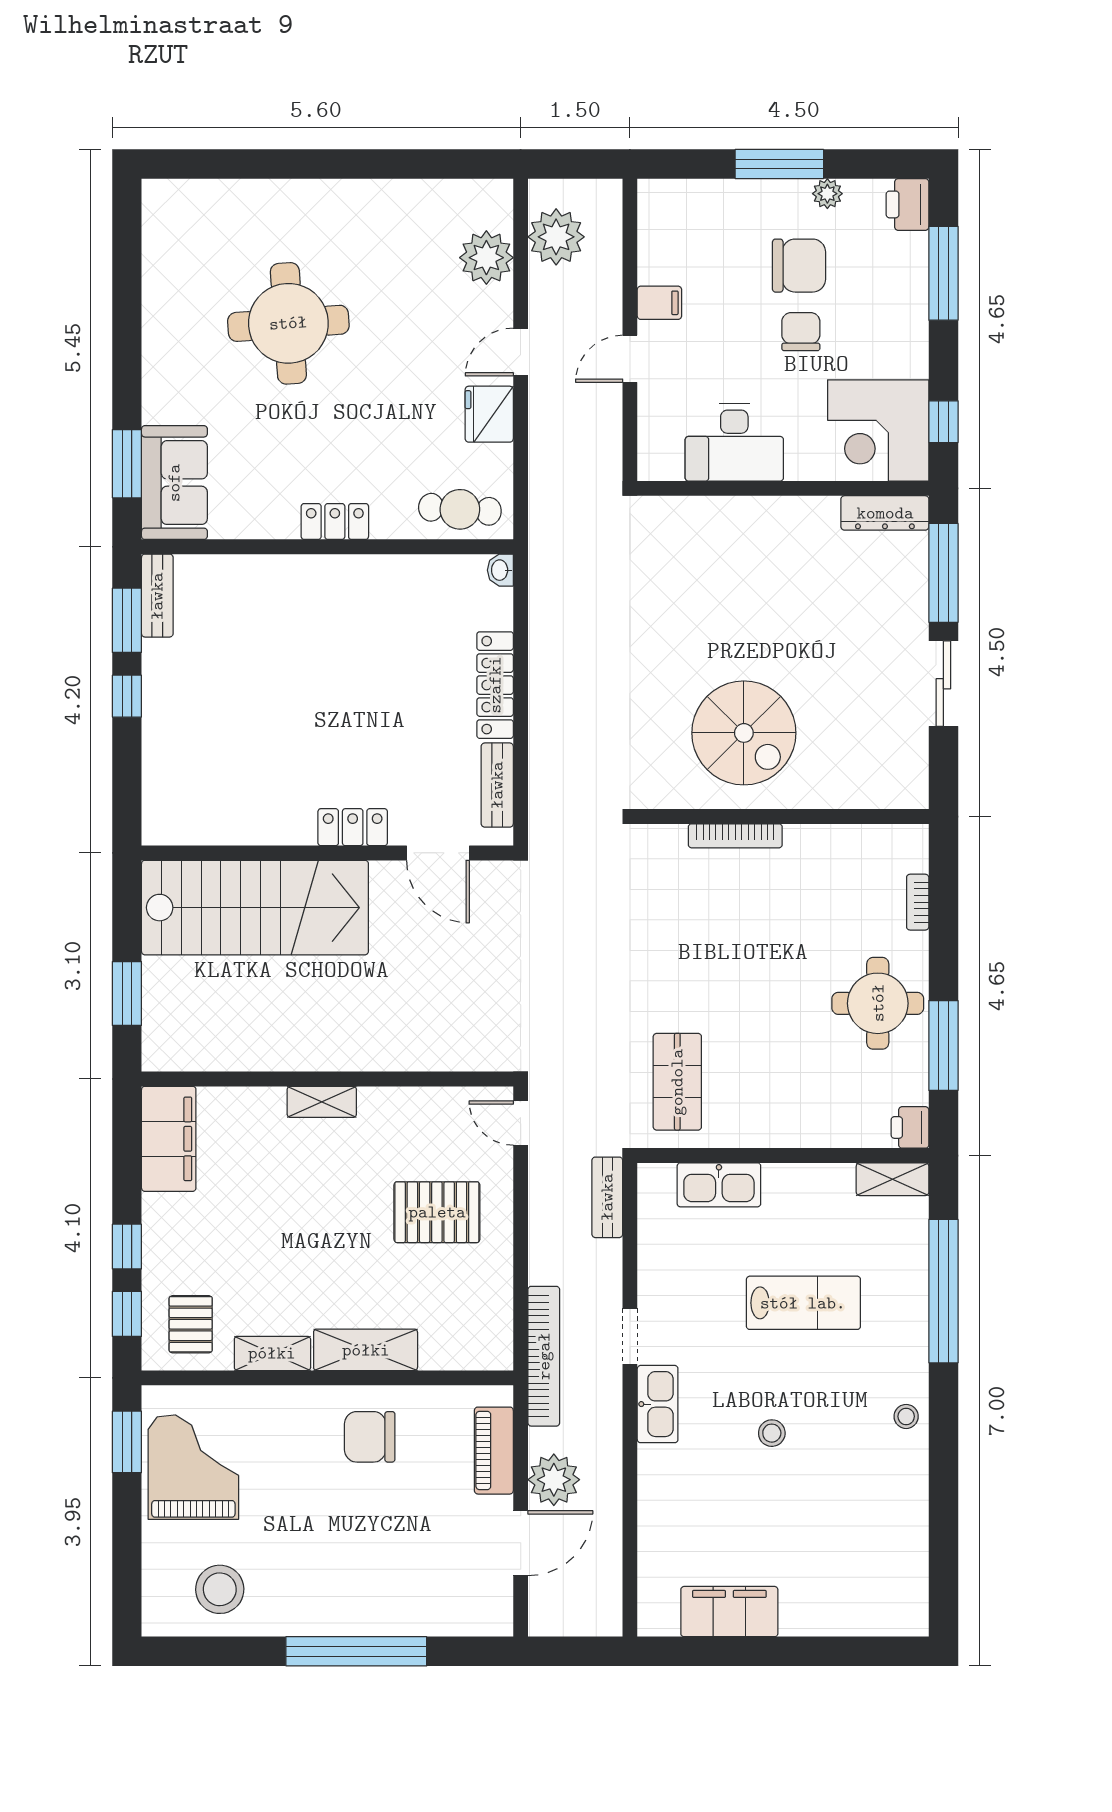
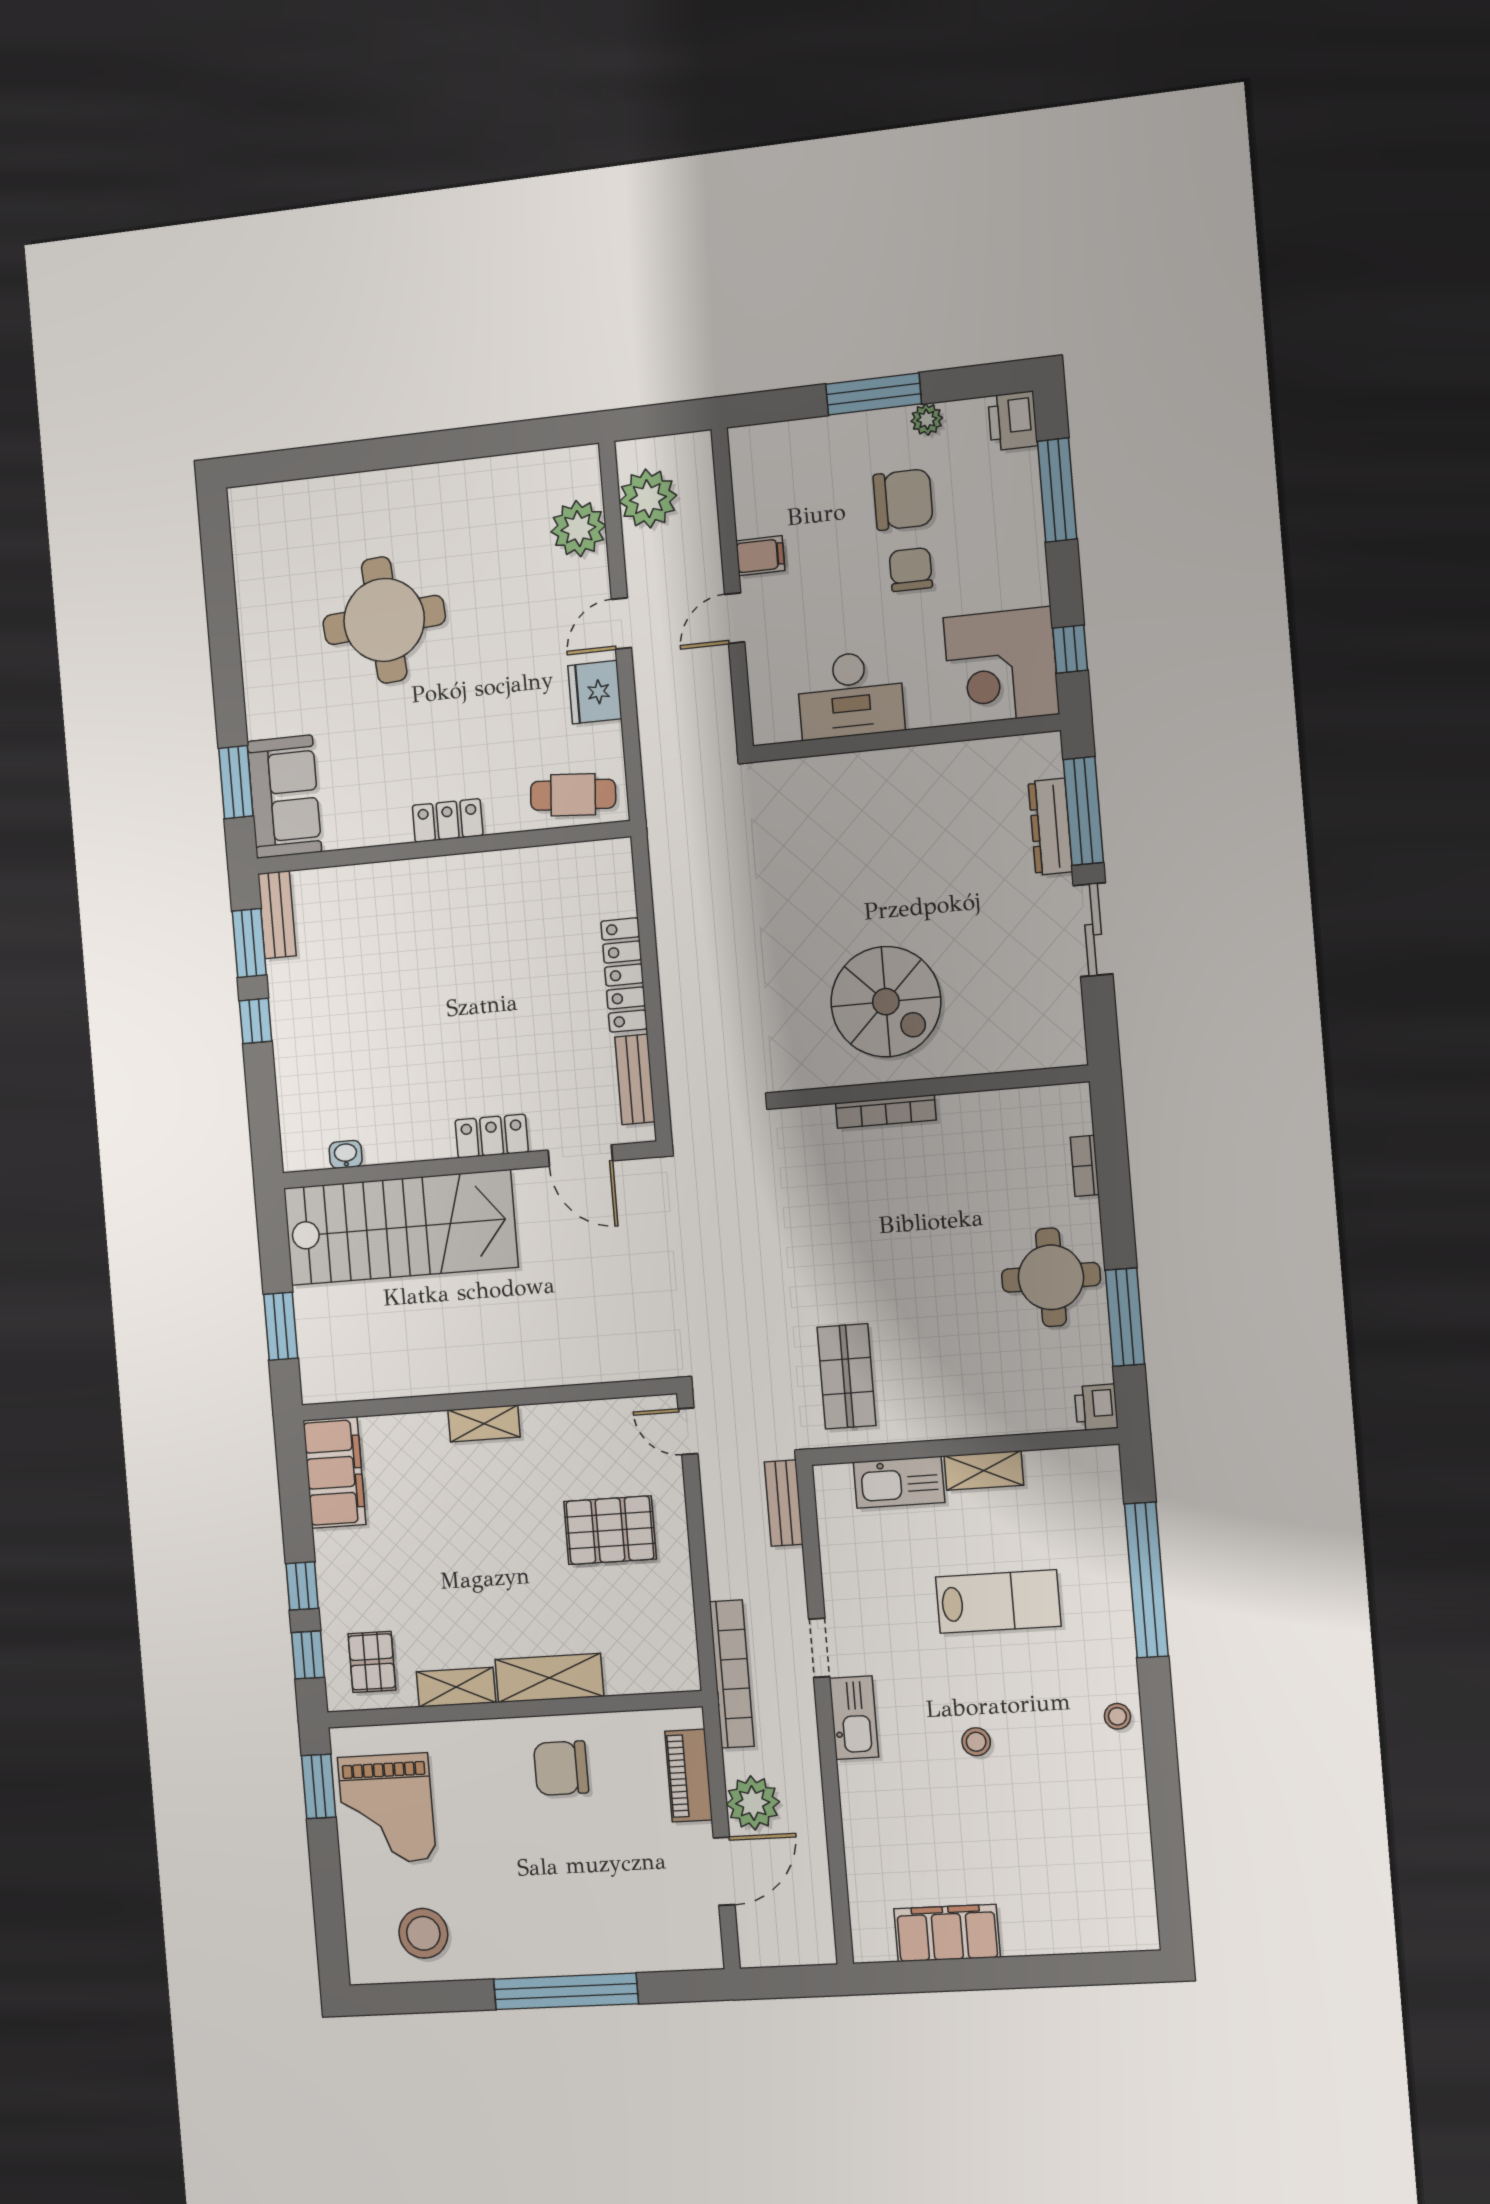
dresser: (885, 513) -> (1050, 827), moved, turned 90
washbasin: (500, 570) -> (346, 1154), moved, turned 90
shelving: (893, 1179) -> (984, 1470), moved
grand piano: (193, 1467) -> (387, 1809), turned 180

